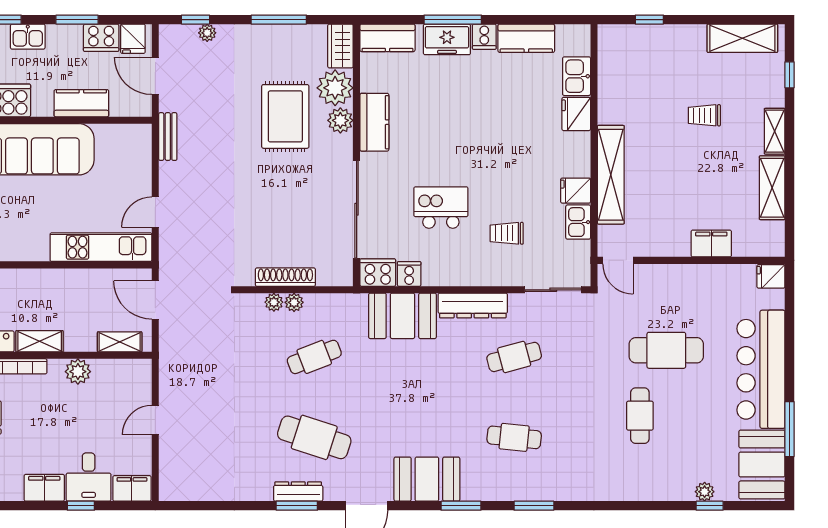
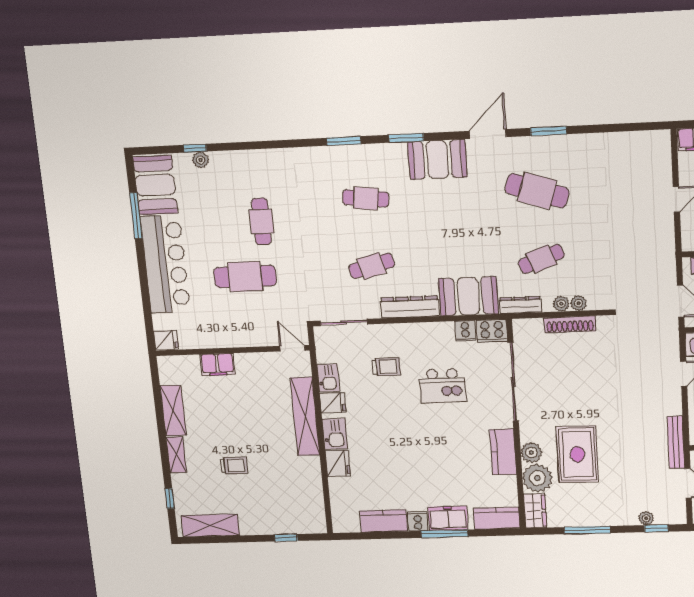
kitchen sink: (577, 76) -> (335, 434), moved
bench: (168, 137) -> (676, 442), width x1.36
dresser: (298, 492) -> (520, 305), moved, turned 180

